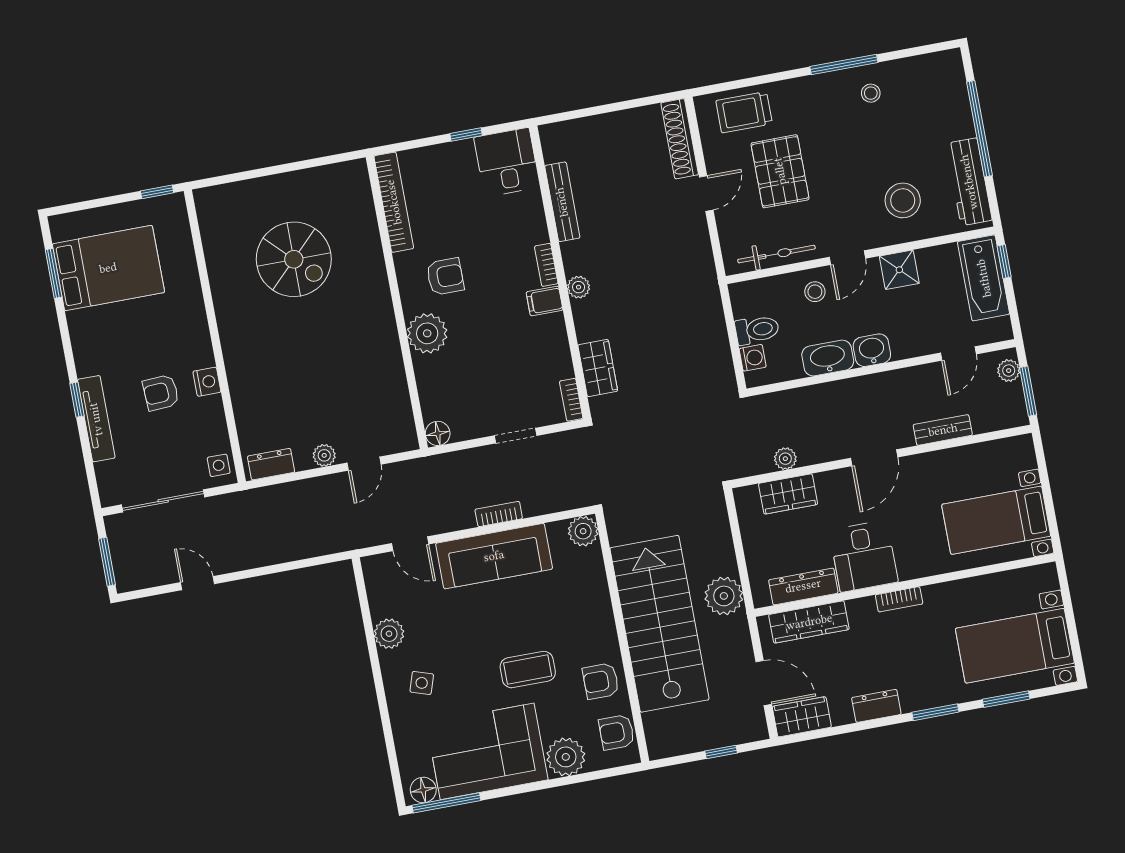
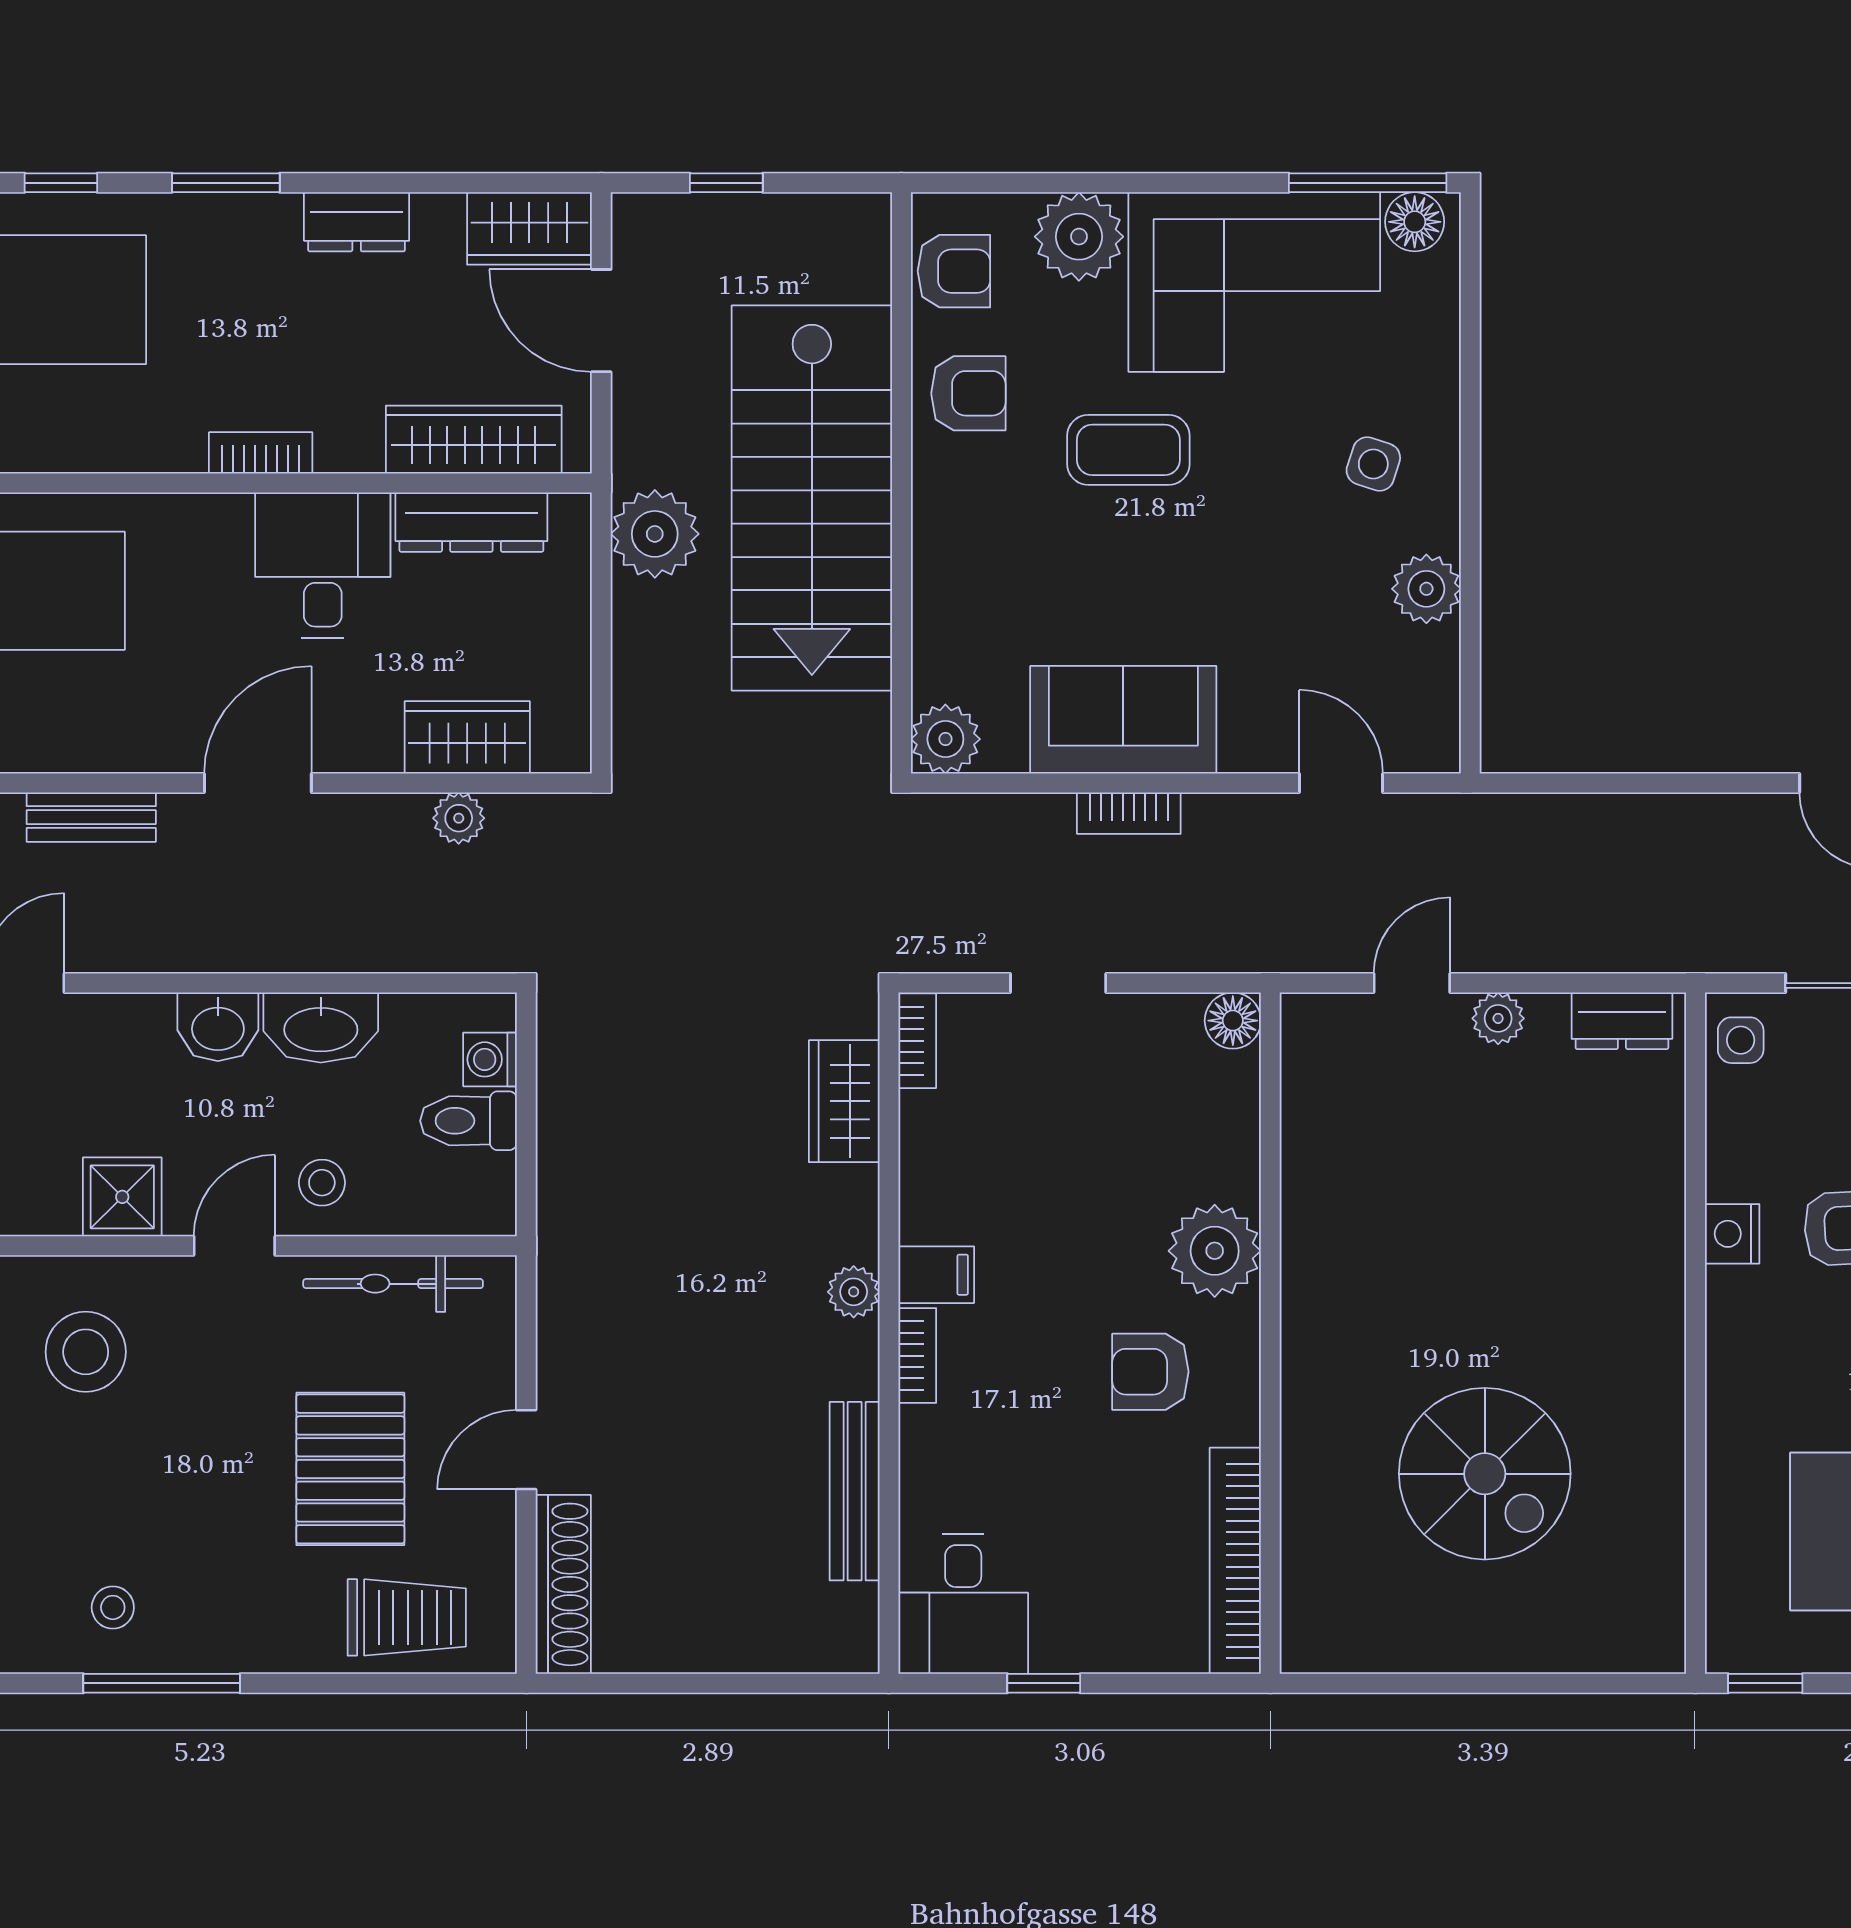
spiral stairs: (294, 259) -> (1485, 1474), turned 180
sofa: (494, 556) -> (1123, 720), width x0.73
window: (1006, 699) -> (61, 183), width x0.67

